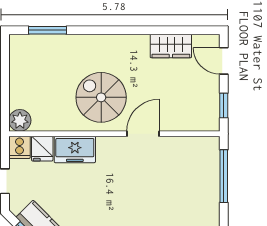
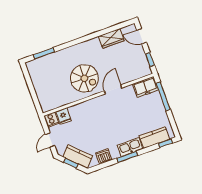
spiral stairs: (101, 97) -> (84, 78), turned 180
plant: (20, 120) -> (46, 106), removed
freezer: (75, 149) -> (145, 87), moved

